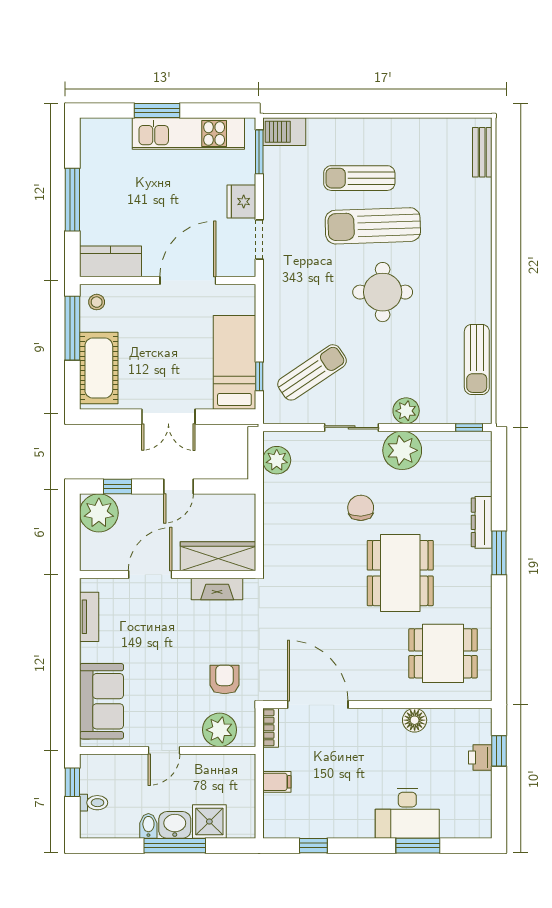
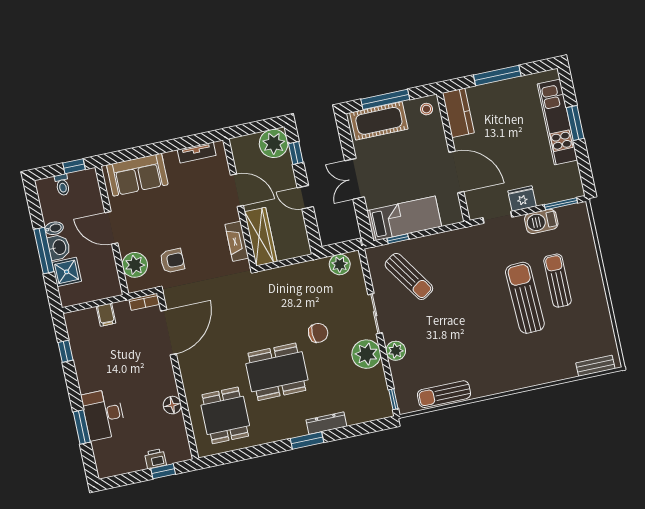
barbecue: (284, 132) -> (541, 221), moved, turned -90
kitchen unit: (188, 134) -> (557, 122), moved
round table: (383, 292) -> (478, 315), removed
window: (72, 328) -> (385, 99), moved
door: (164, 750) -> (111, 228), width x1.38

